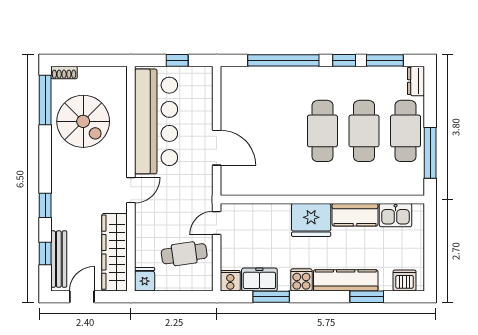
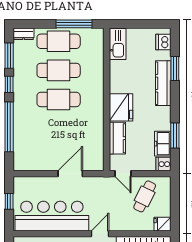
door: (131, 190) -> (100, 234), hinge flipped
kitchen counter: (355, 215) -> (117, 138), moved
kitchen sink: (396, 215) -> (118, 44), width x1.38
cafe table: (184, 254) -> (145, 196), turned 34
cooker: (301, 280) -> (163, 114), removed

